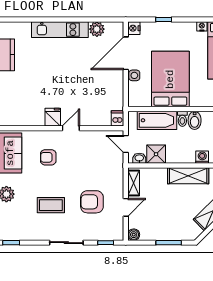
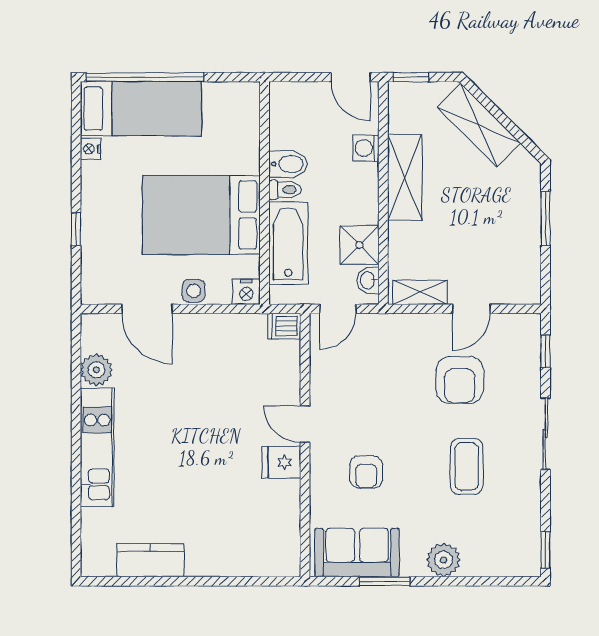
nightstand: (134, 28) -> (246, 292), moved
door: (126, 53) -> (147, 309), width x0.73
door: (126, 207) -> (471, 309), swing flipped
boiler: (134, 235) -> (529, 292), removed

